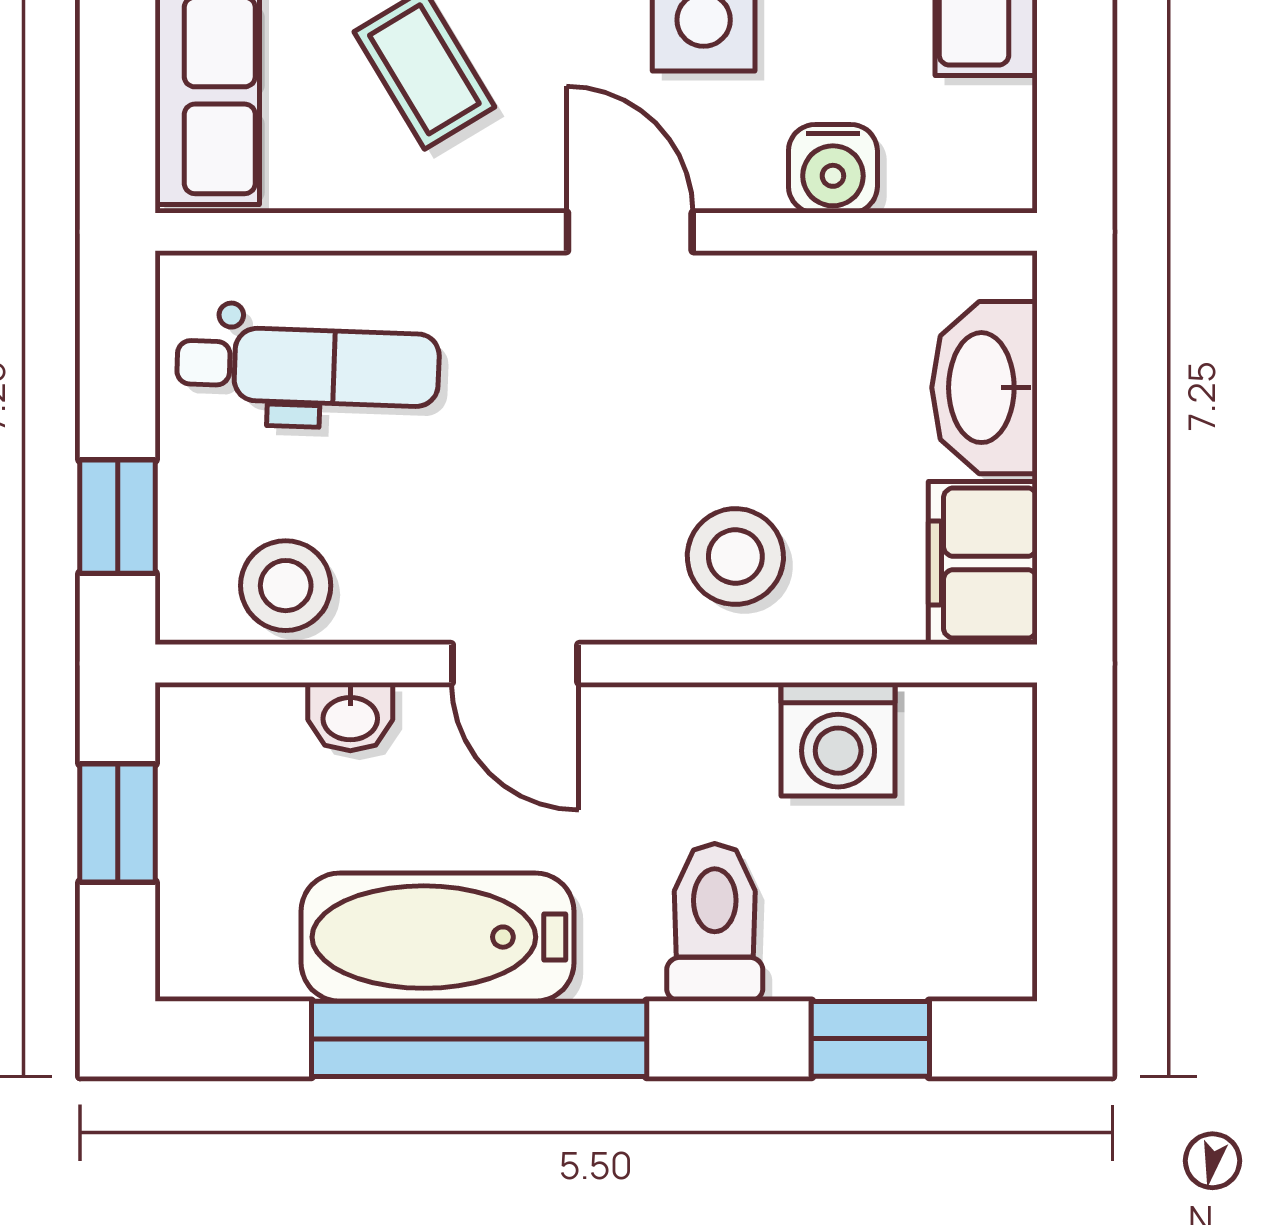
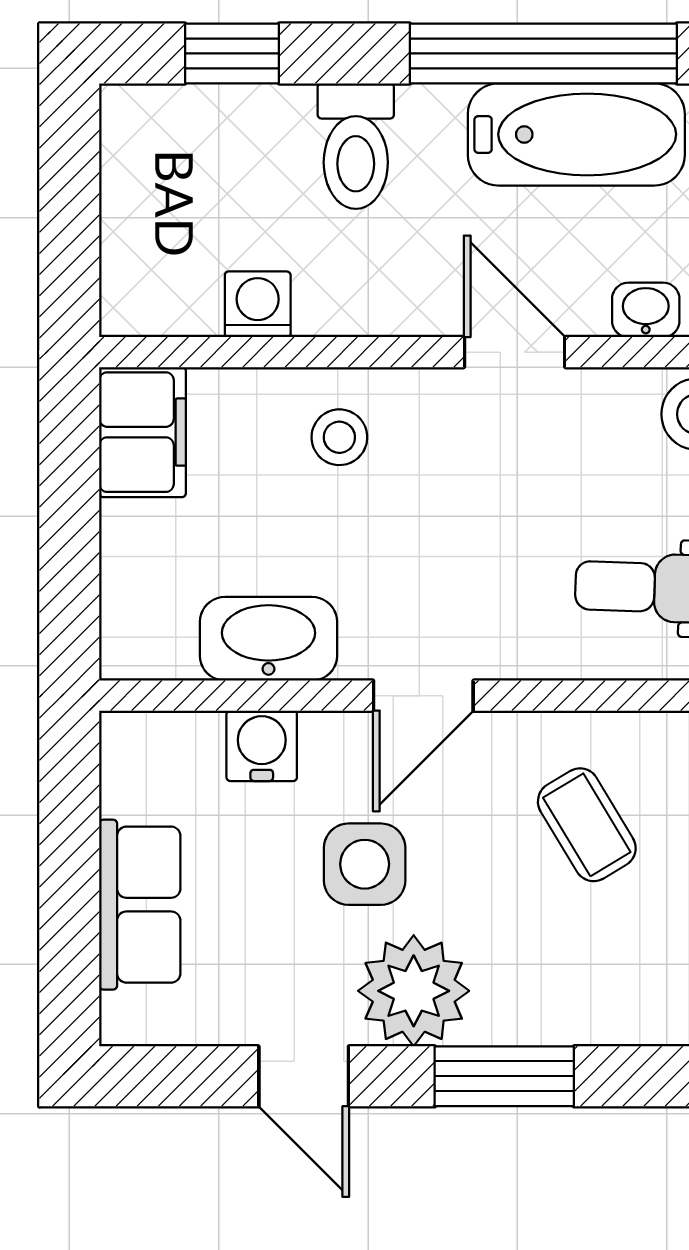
door: (630, 232) -> (423, 696), hinge flipped
washbasin: (985, 388) -> (268, 639), moved, turned -90
stool: (735, 557) -> (339, 437), width x0.73, depth x0.73
washing machine: (838, 739) -> (258, 304), width x0.73, depth x0.73

